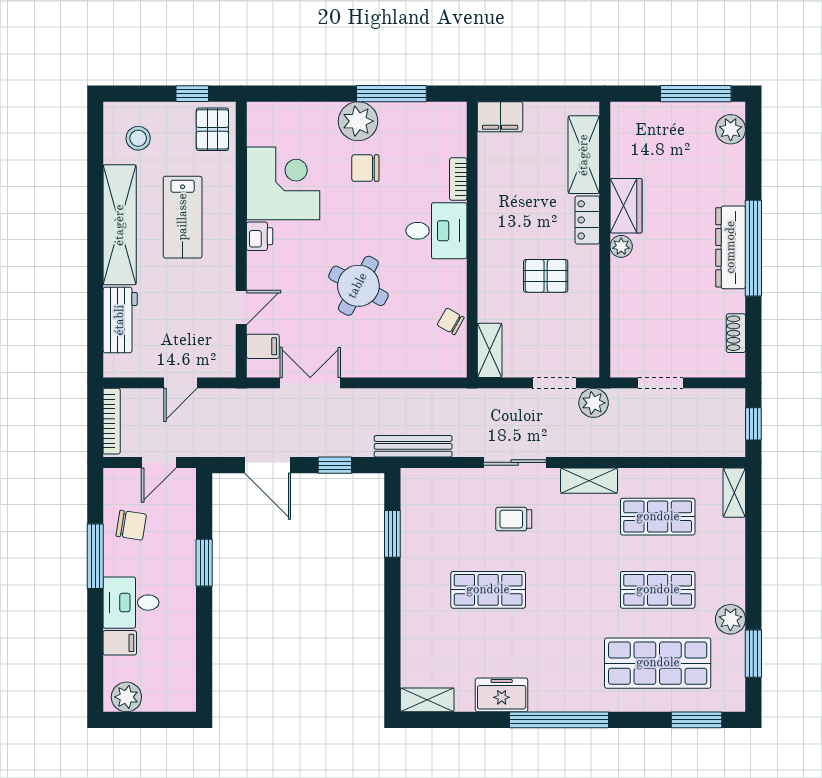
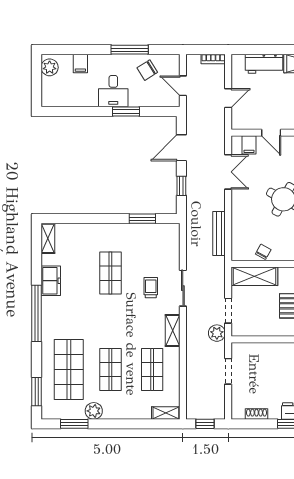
shelving: (490, 350) -> (254, 276), width x1.50, depth x1.33
door: (180, 383) -> (228, 98), swing flipped
bookcase: (112, 421) -> (213, 59), width x0.64
bench: (413, 446) -> (219, 234), moved
chair: (131, 525) -> (147, 70), turned 49
desk: (131, 603) -> (113, 91), moved, turned 180

